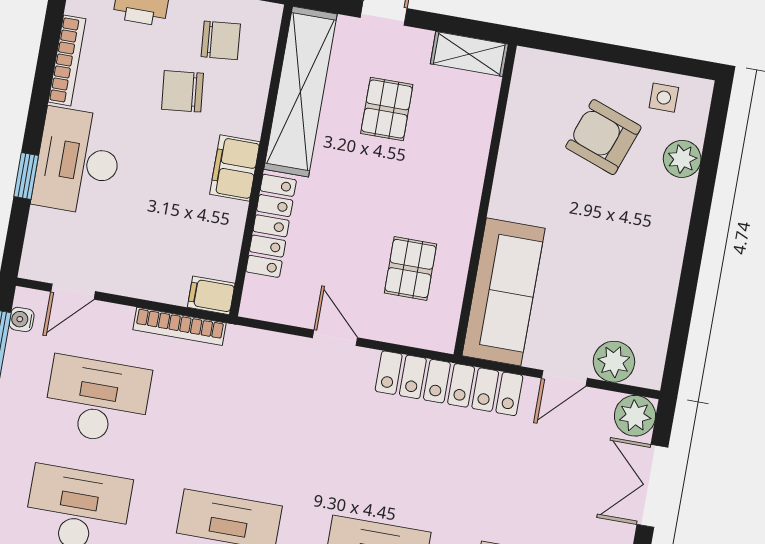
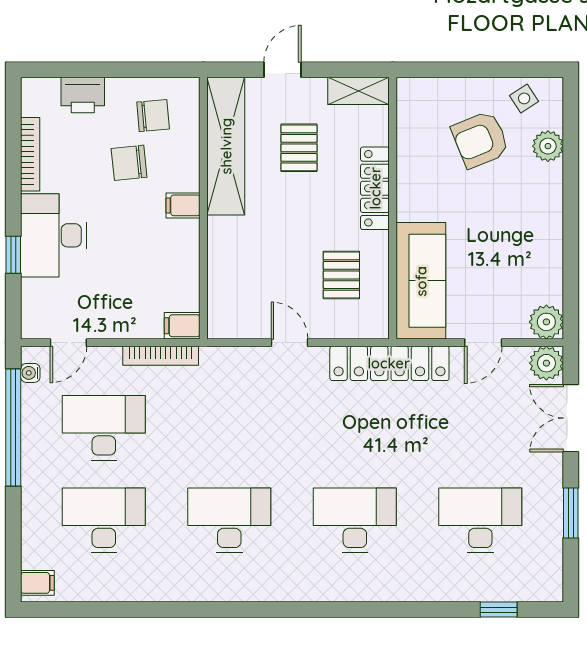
side table: (664, 98) -> (524, 98), turned -33
armchair: (603, 137) -> (480, 140), turned -42
filing cabinet: (235, 168) -> (183, 205), width x0.50
locker: (271, 226) -> (375, 188), moved, turned 180
plant: (614, 362) -> (546, 322), moved

